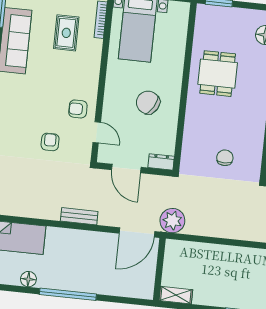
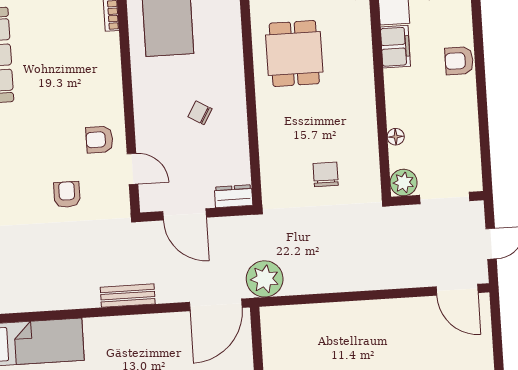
rug: (66, 33) -> (64, 31), removed
chair: (148, 102) -> (200, 113), width x0.54, depth x0.54

